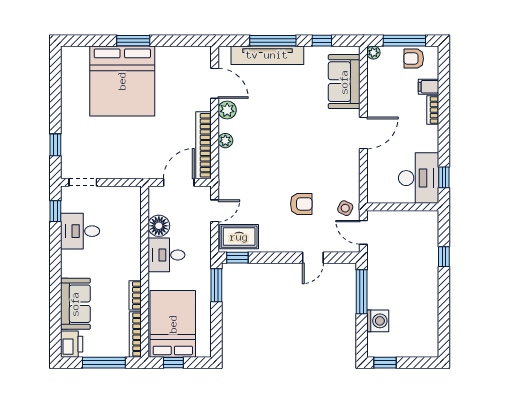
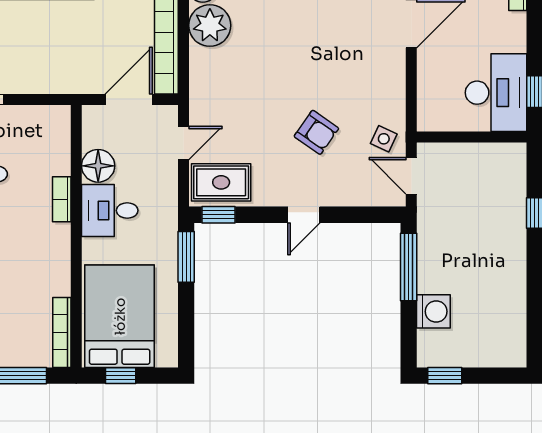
plant: (225, 141) -> (210, 25), width x1.87, depth x1.87
armchair: (301, 204) -> (316, 132), turned 35
door: (313, 258) -> (304, 215), moved
bookcase: (135, 295) -> (62, 199), moved

